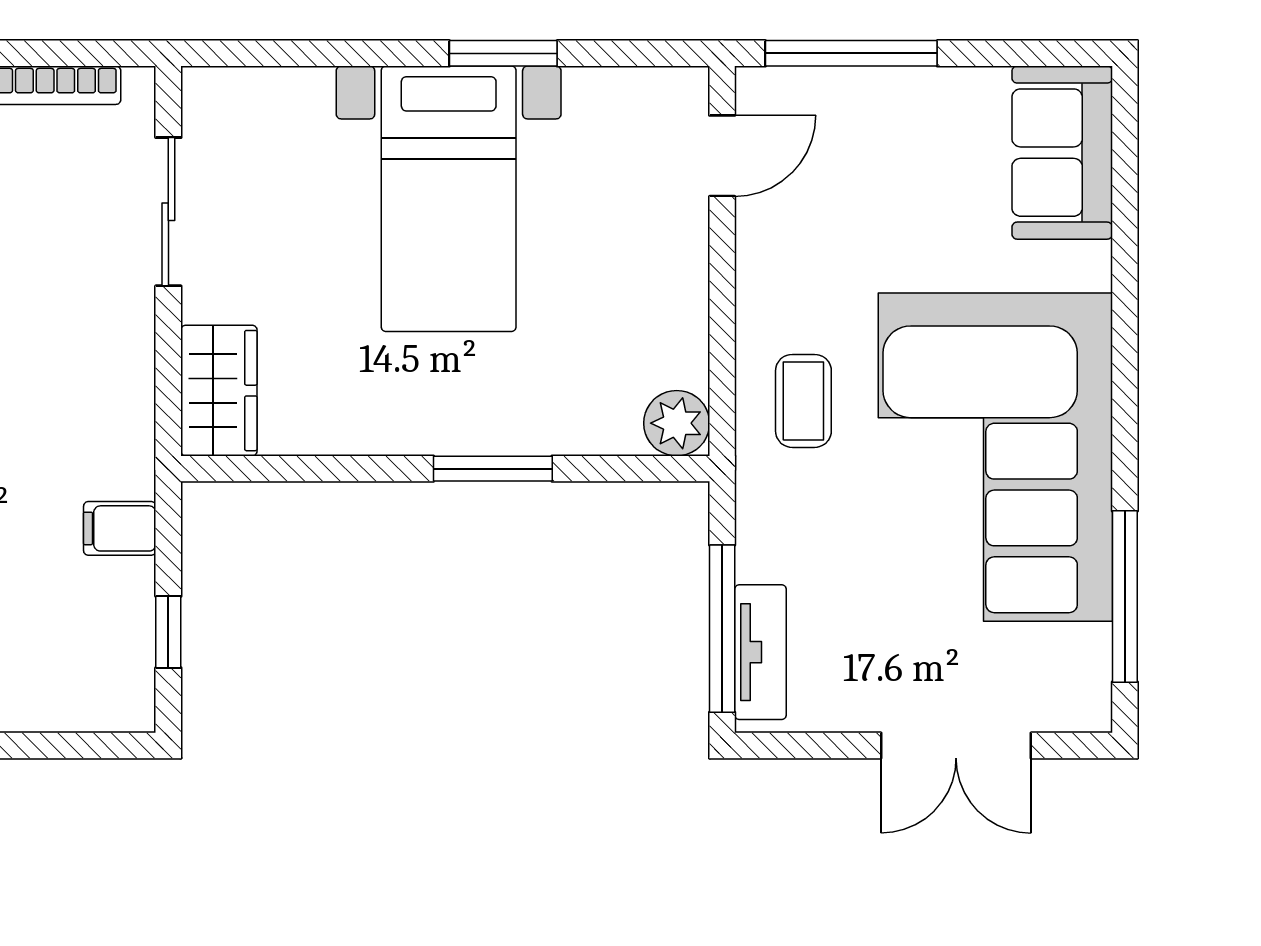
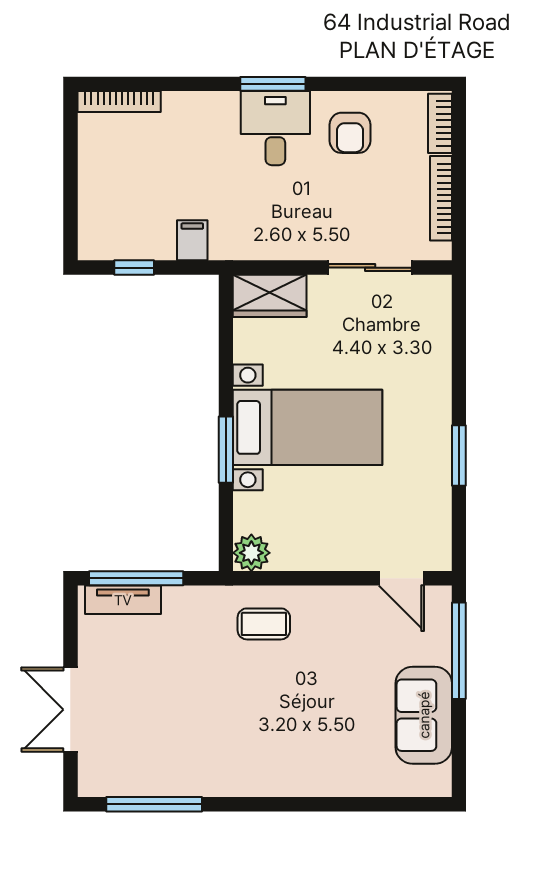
sofa: (1062, 153) -> (424, 715), moved, turned -90
bed with nightstands: (449, 199) -> (307, 427), moved, turned 180
corner sofa: (995, 457) -> (232, 732), removed

